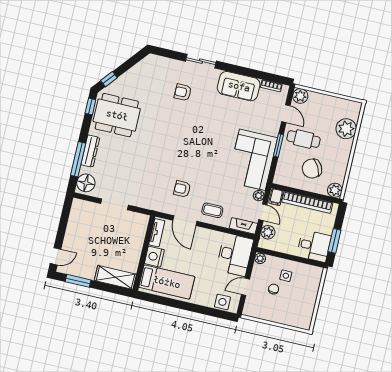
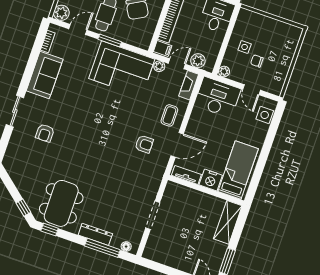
floor lamp: (86, 183) -> (126, 247), width x0.53, depth x0.53
armchair: (182, 189) -> (144, 144), turned -90

